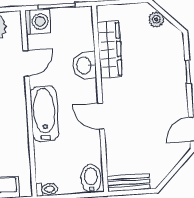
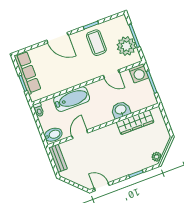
plant: (156, 19) -> (157, 157), moved
bathtub: (44, 114) -> (72, 99), moved
door: (101, 116) -> (80, 134), moved

